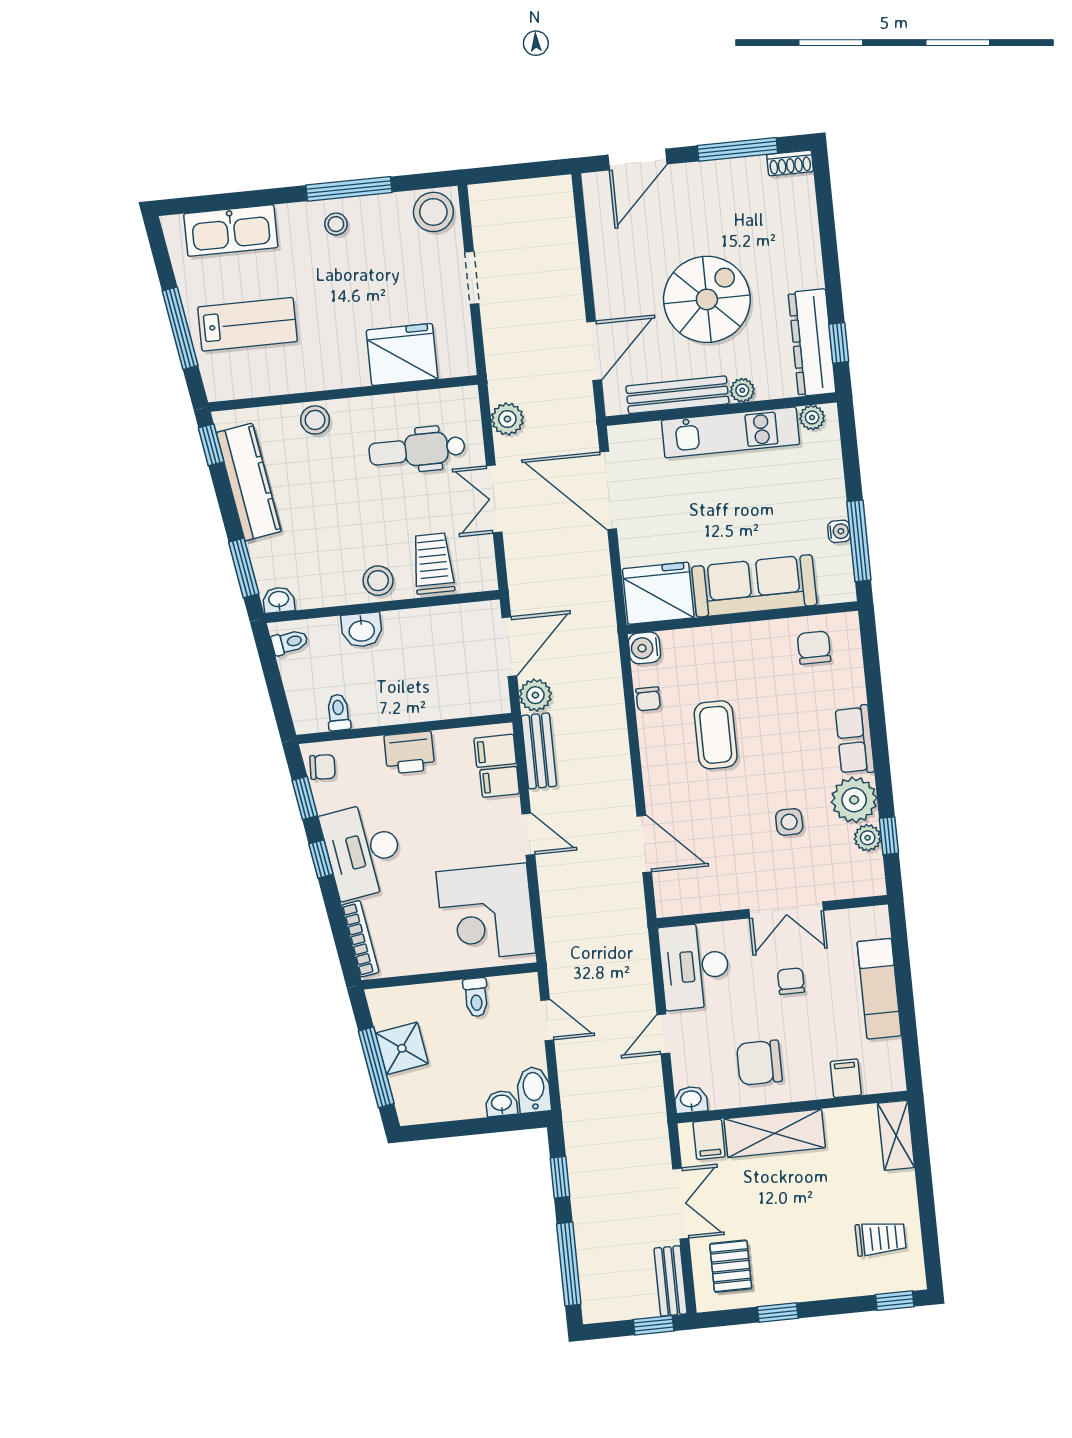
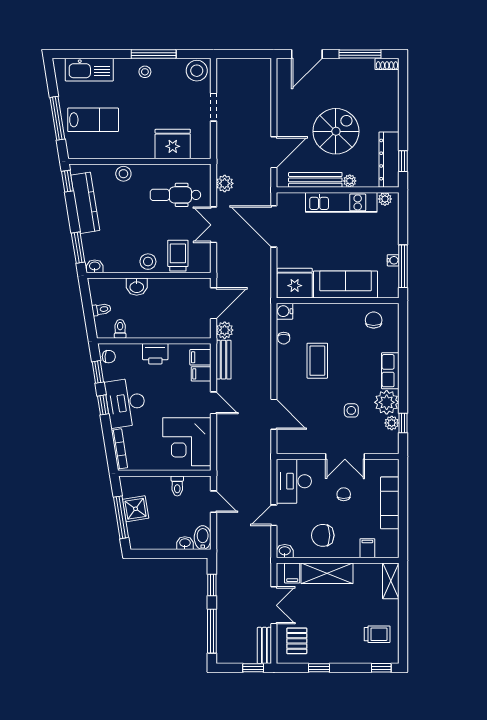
toilet: (290, 642) -> (101, 309), moved

